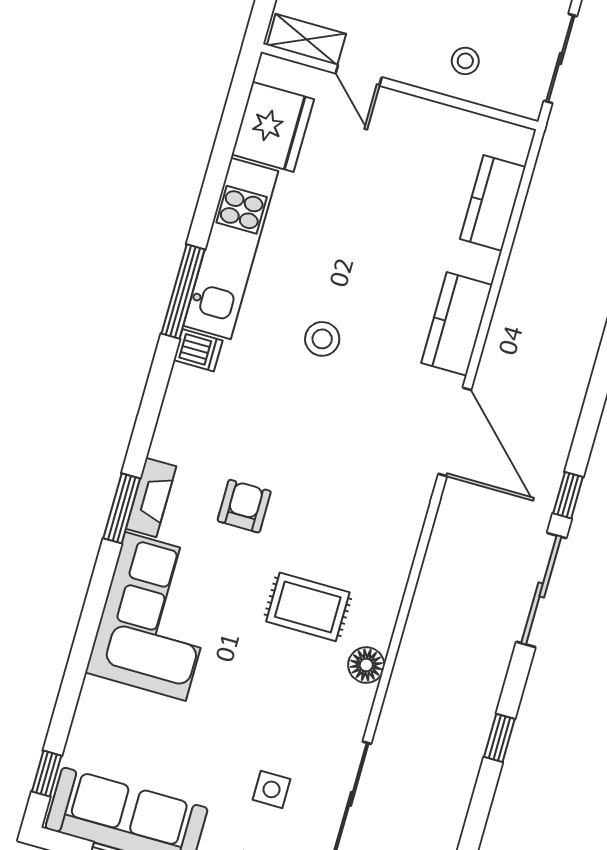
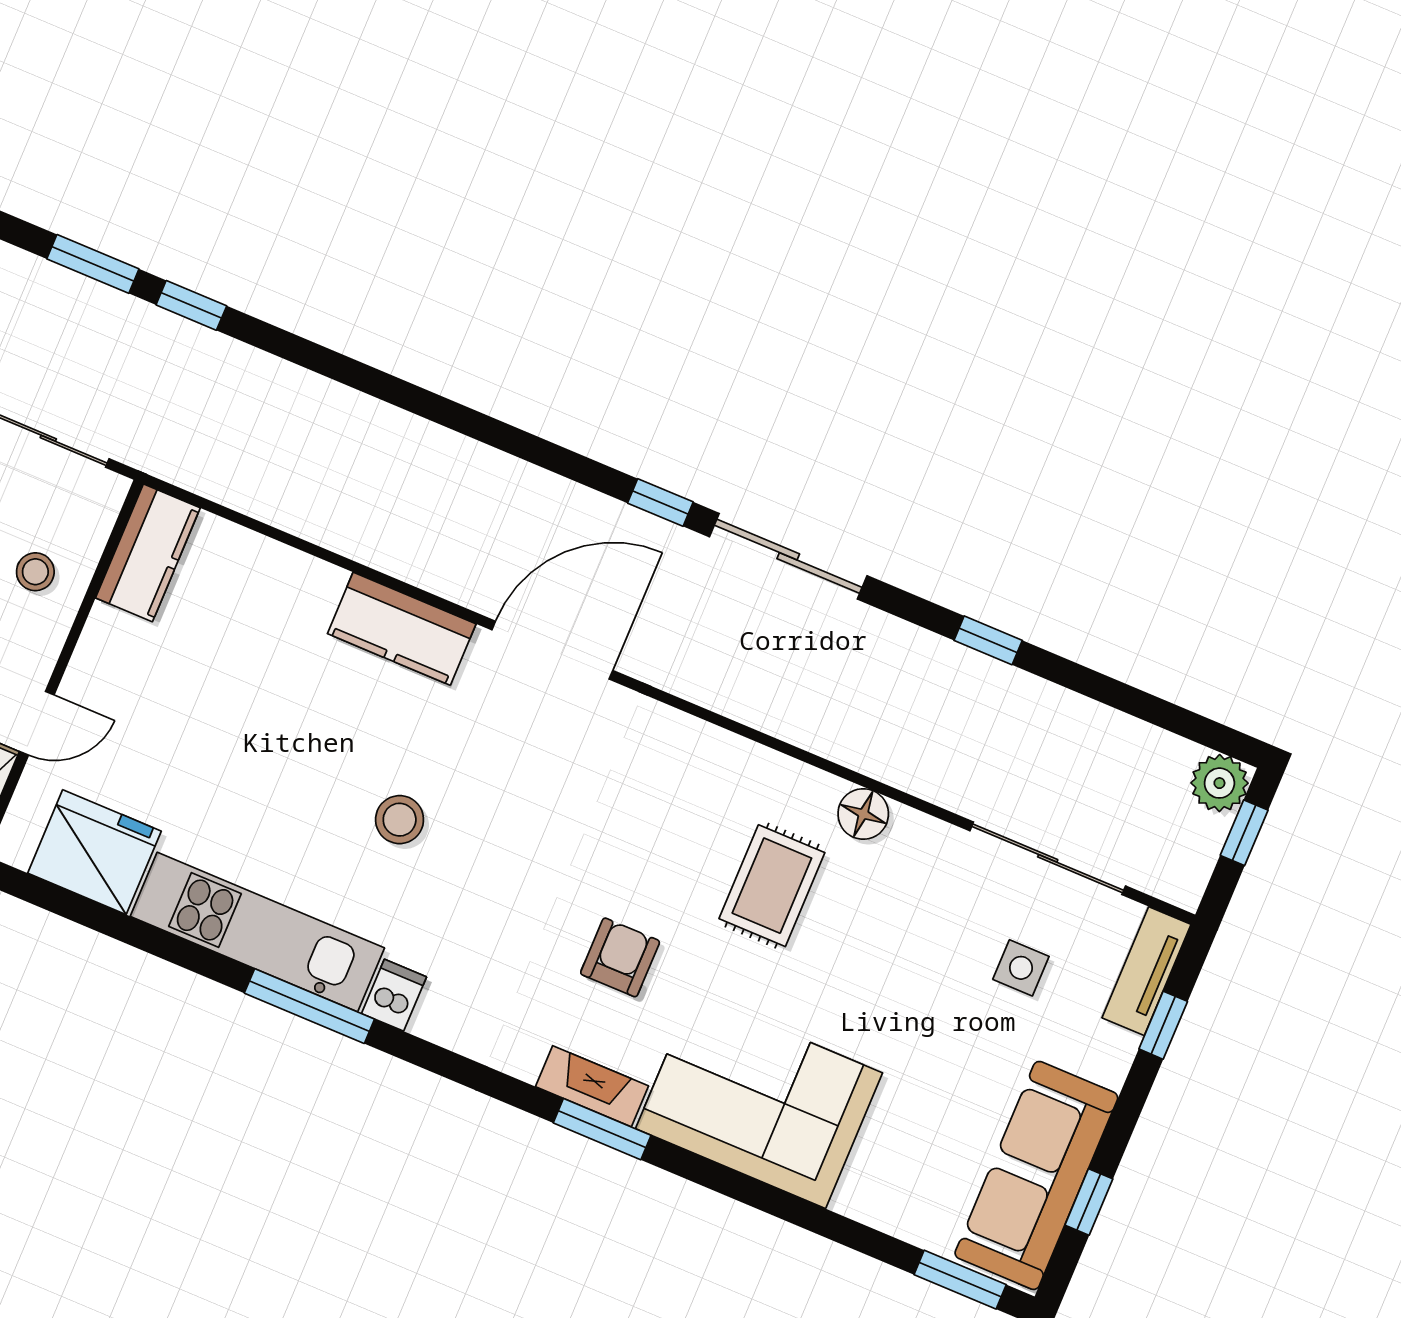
kitchen counter: (493, 203) -> (148, 553), moved, turned -90
armchair: (244, 506) -> (620, 957), turned 90
window: (47, 774) -> (960, 1280), width x1.50

